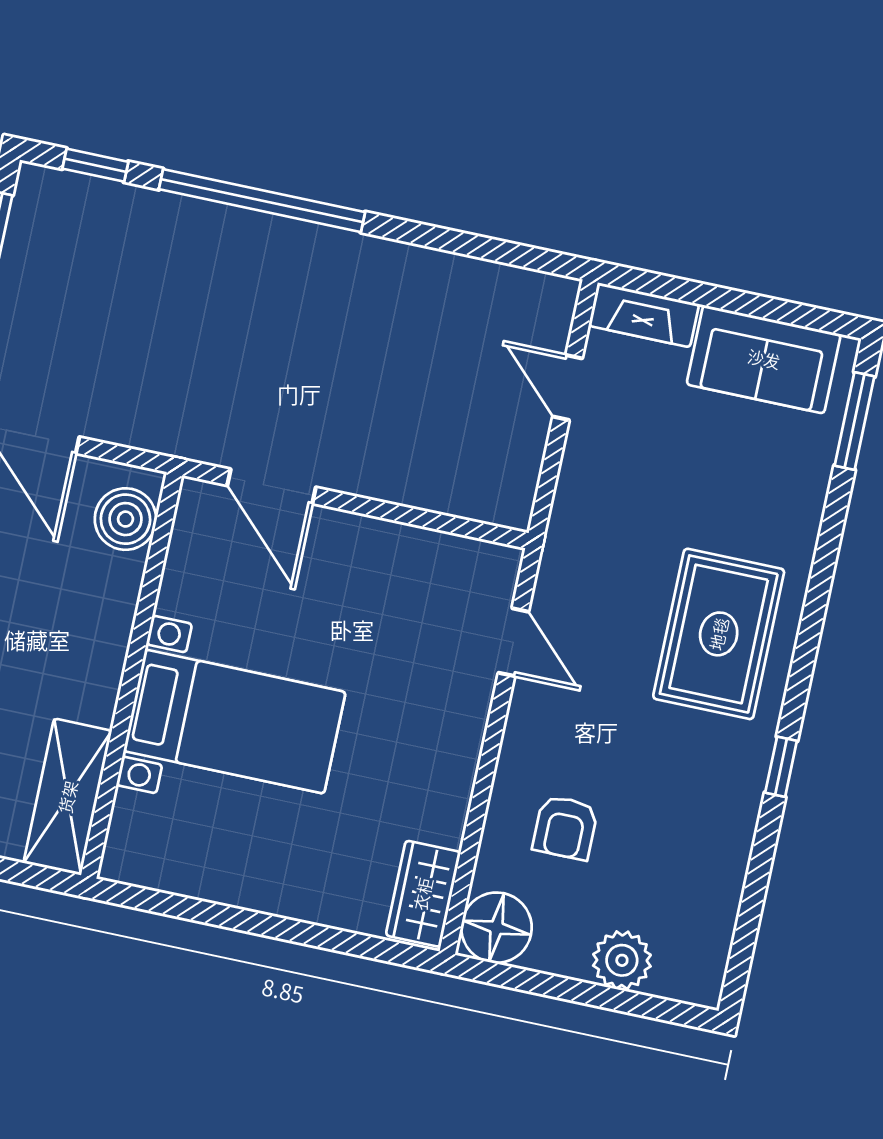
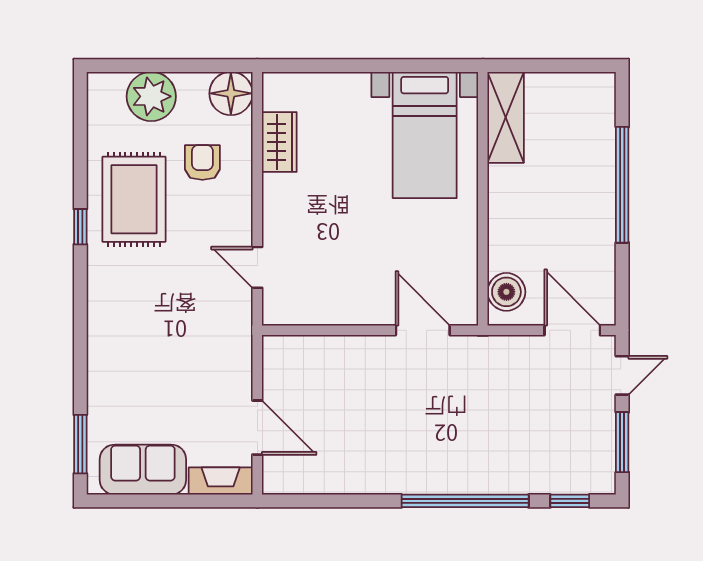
door: (568, 387) -> (257, 428), width x1.38
rug: (719, 634) -> (134, 199), moved
bed with nightstands: (235, 722) -> (425, 135), moved, turned -90
wardrobe: (423, 894) -> (279, 142), moved
plant: (622, 960) -> (151, 96), width x1.36, depth x1.36

